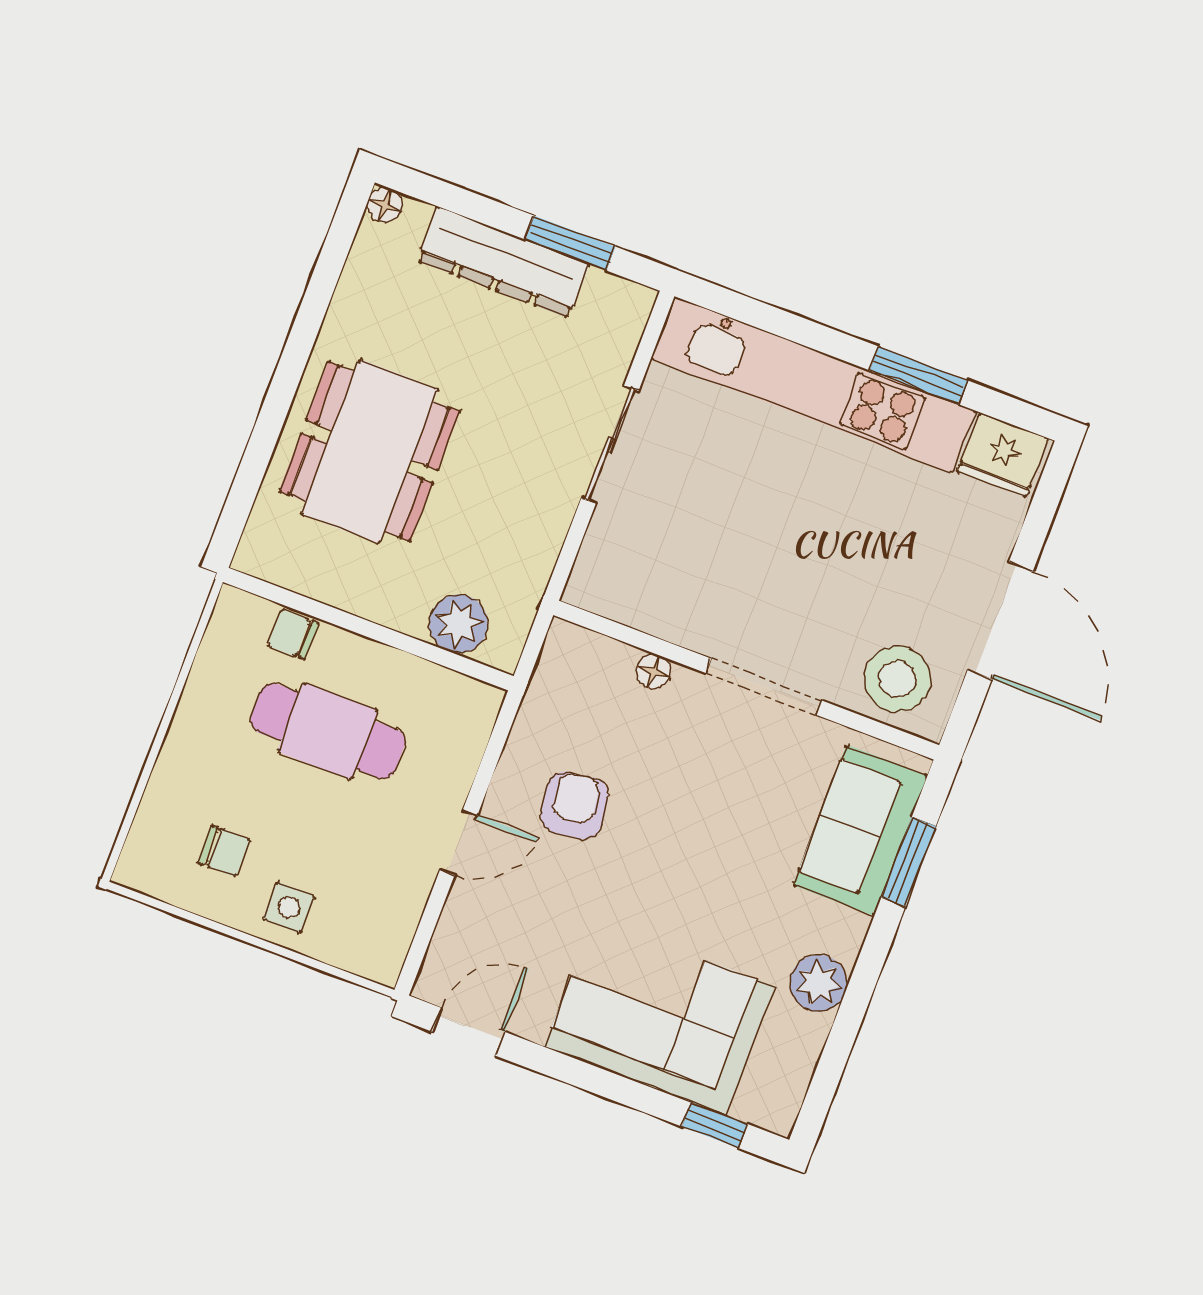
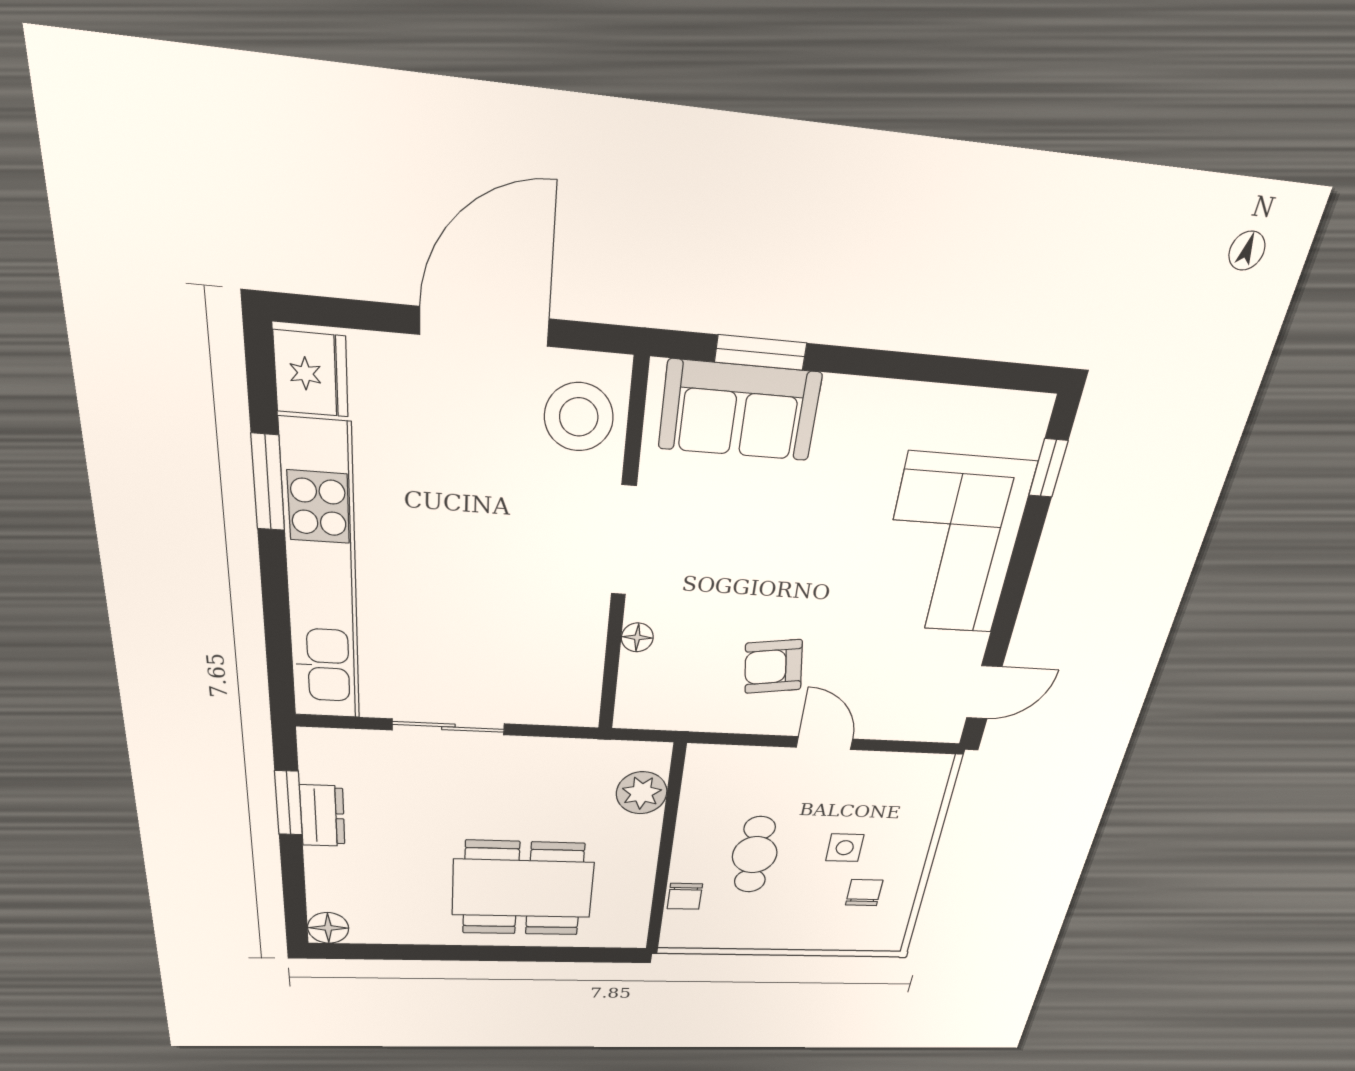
floor lamp: (385, 205) -> (328, 928), width x1.37, depth x1.37
dresser: (503, 262) -> (322, 816), width x0.51, depth x0.80
cafe table: (328, 731) -> (755, 855), width x0.73, depth x0.74
side table: (289, 908) -> (845, 848), moved
plant: (818, 983) -> (899, 409), removed
door: (468, 1032) -> (984, 692), swing flipped

